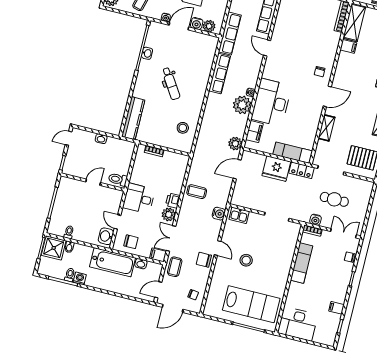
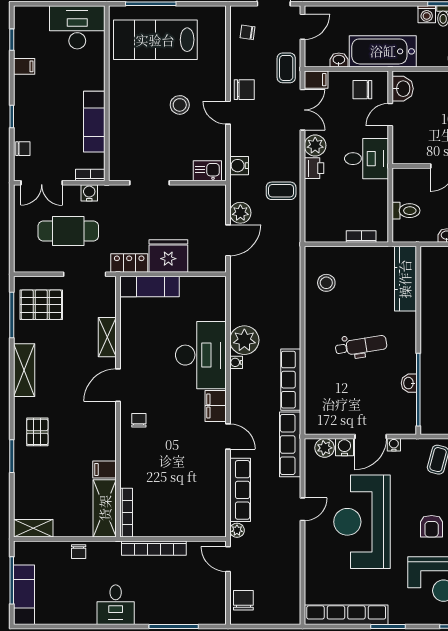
dental chair: (171, 84) -> (361, 346), turned 114
filing cabinet: (254, 132) -> (216, 406), moved
plant: (235, 144) -> (240, 213), moved
toilet: (118, 179) -> (406, 211), moved
cafe table: (334, 199) -> (68, 231), width x1.37, depth x1.35
door: (118, 222) -> (390, 115), swing flipped

